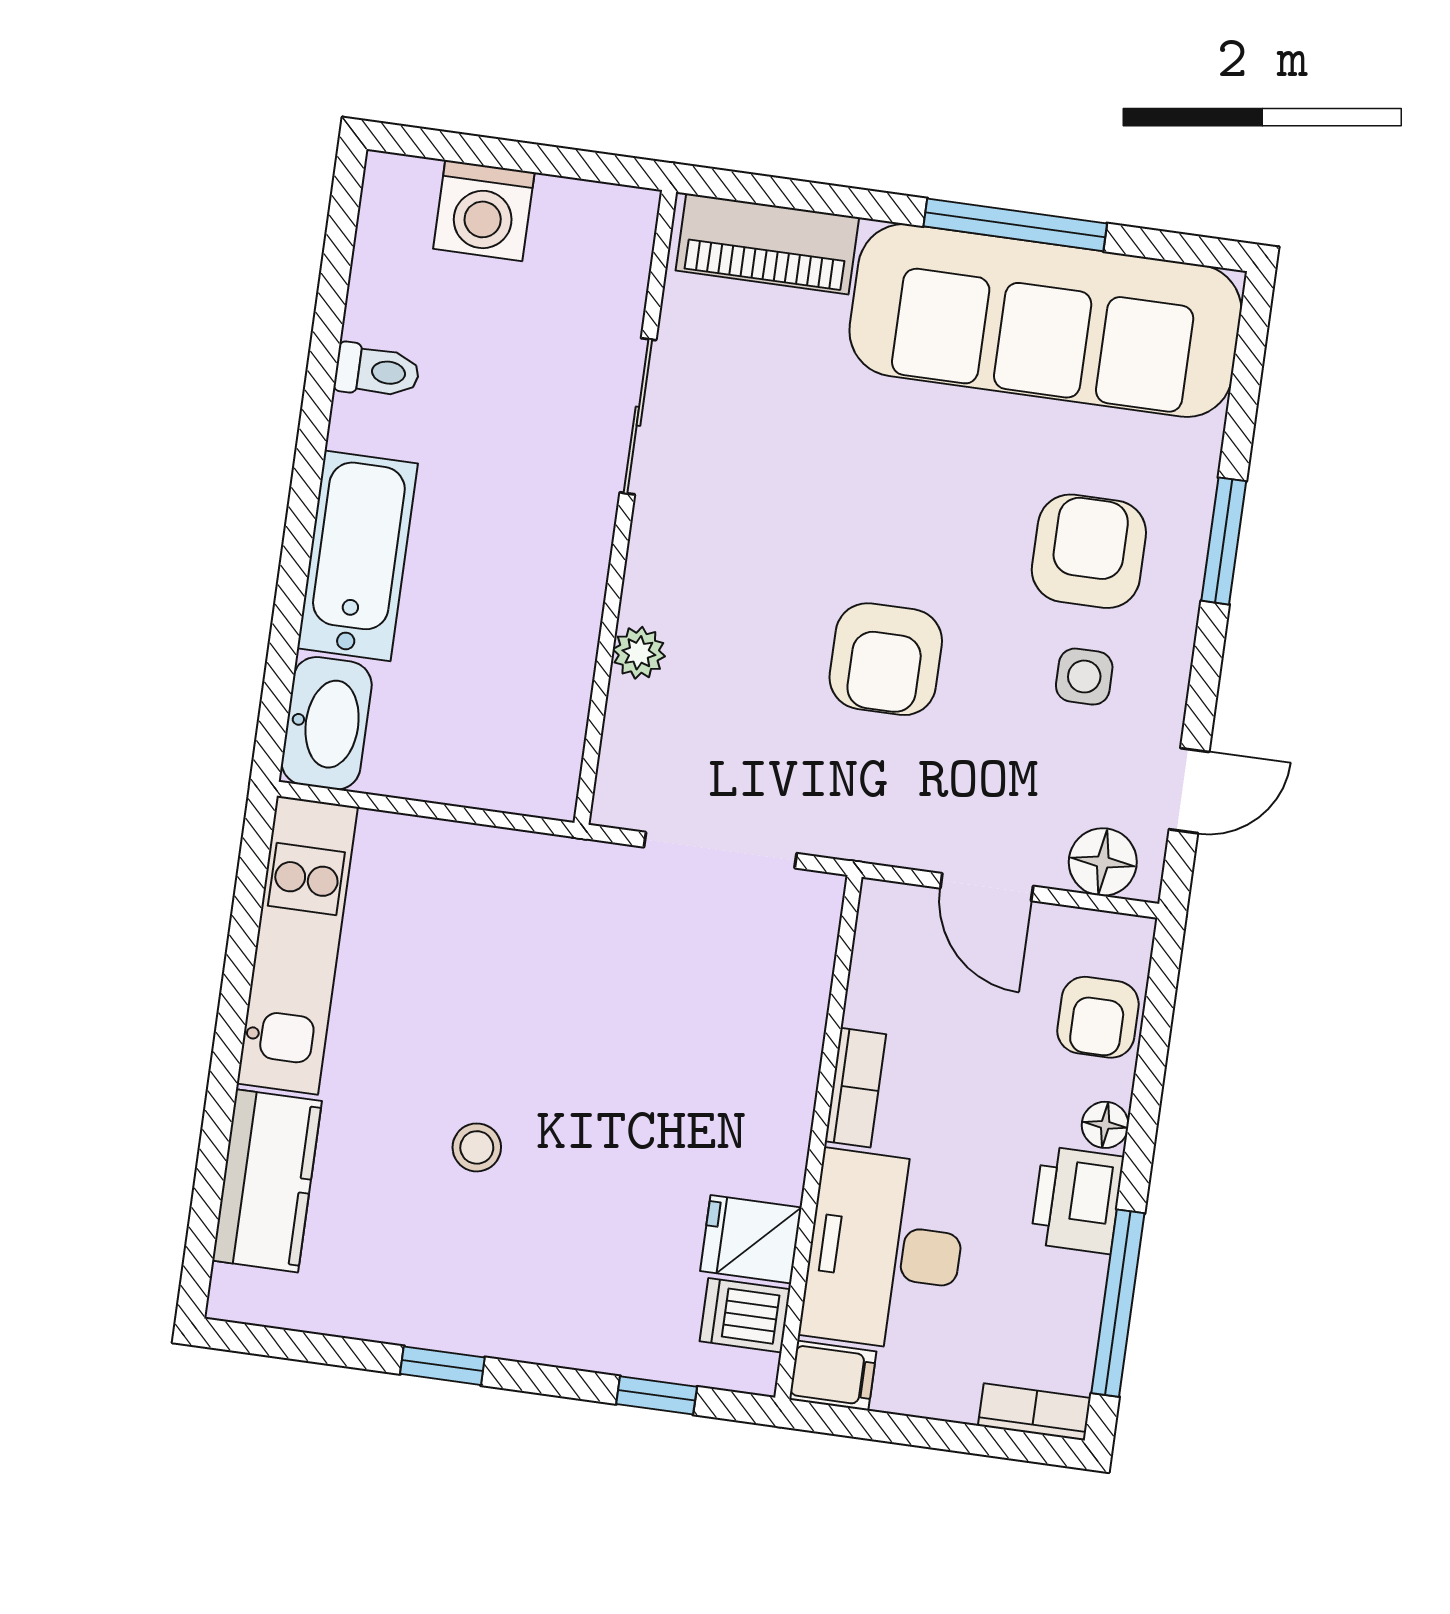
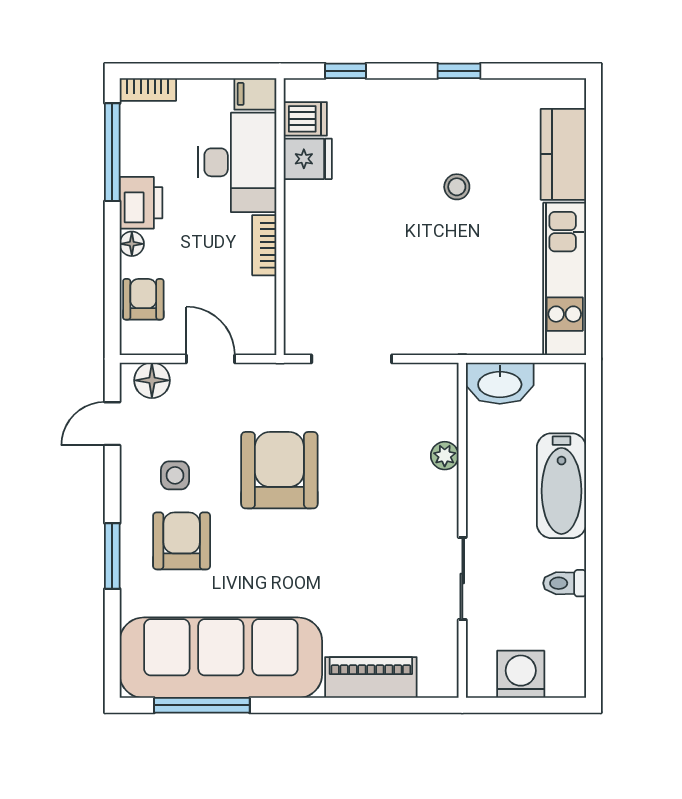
window: (1015, 225) -> (202, 705), moved
sliding door: (638, 416) -> (462, 579), moved
wall: (625, 507) -> (462, 530), moved
armchair: (1089, 551) -> (182, 541), turned 180
plant: (639, 653) -> (445, 456), moved
armchair: (886, 659) -> (279, 470), width x1.36, depth x1.36
washbasin: (327, 723) -> (500, 383), moved, turned -90

